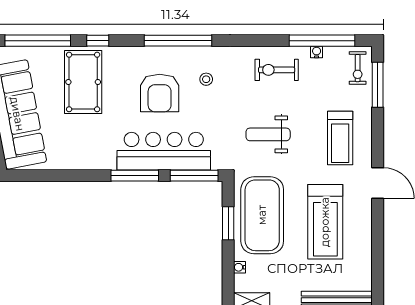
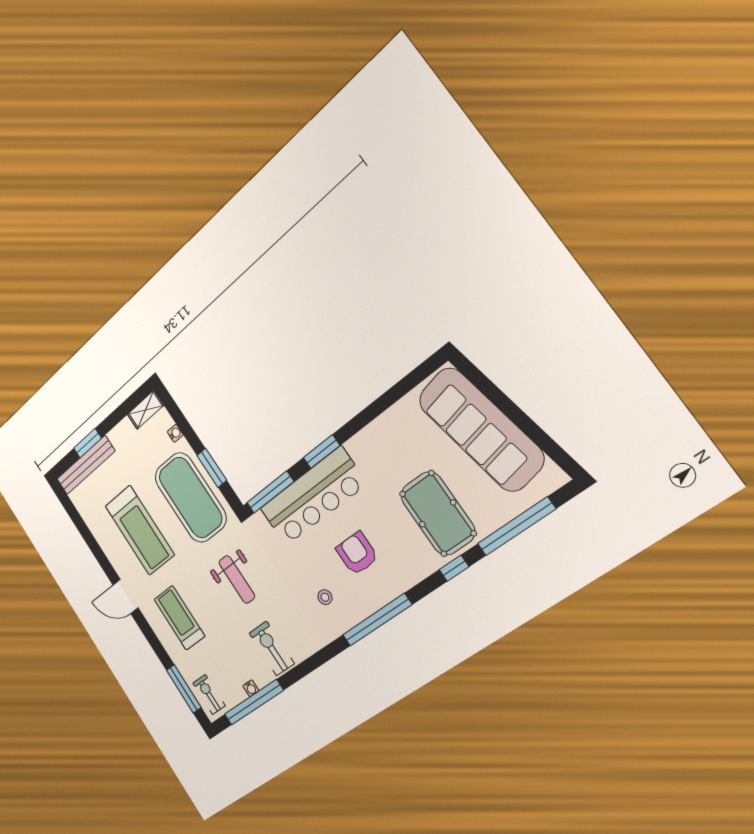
exercise bike: (277, 70) -> (272, 648), turned -90
armchair: (160, 93) -> (357, 554), width x0.73, depth x0.73
weight bench: (268, 134) -> (237, 579), turned 90
window: (135, 176) -> (322, 452), width x0.69
treadmill: (325, 222) -> (140, 530), turned 180

